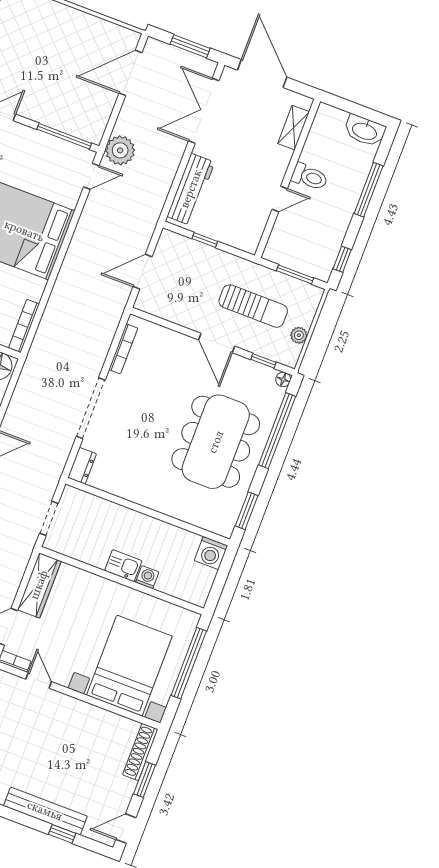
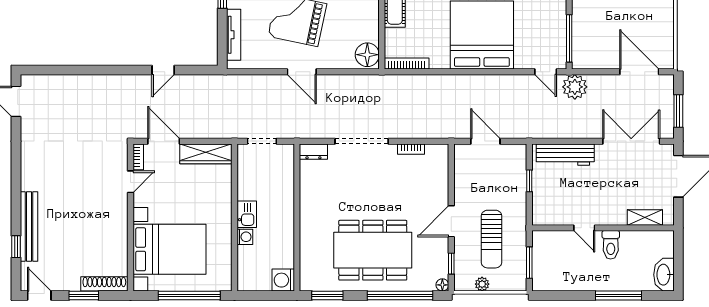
window: (342, 259) -> (555, 295), removed
bookcase: (123, 349) -> (411, 149), width x0.64

